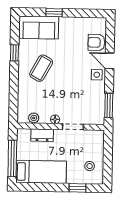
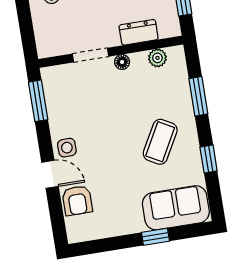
armchair: (96, 42) -> (77, 200), turned 90
window: (14, 91) -> (198, 96), added

